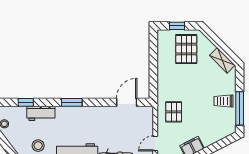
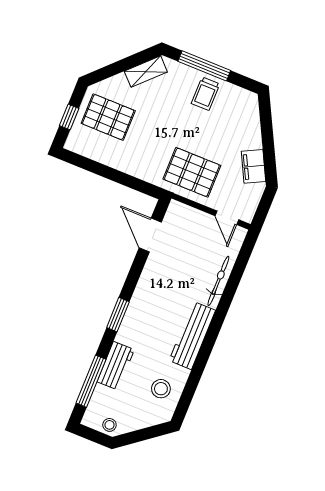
window: (26, 102) -> (91, 381), width x2.17
window: (240, 108) -> (204, 66), moved
pallet: (174, 112) -> (192, 172), width x1.50, depth x1.42

